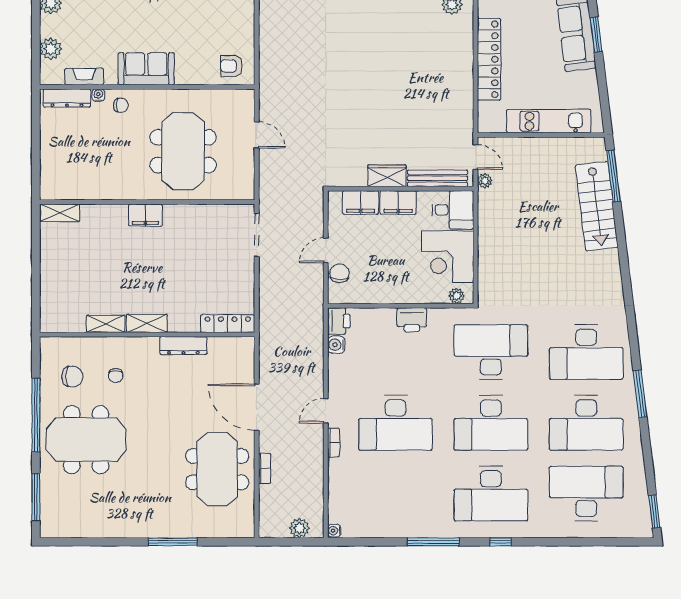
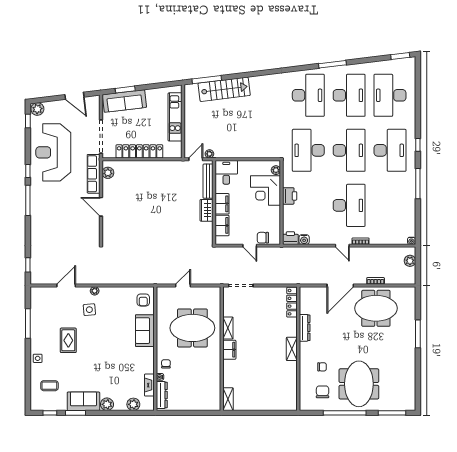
sofa: (146, 69) -> (145, 331), moved
corner desk: (448, 257) -> (266, 190), moved, turned 90
shelving: (106, 324) -> (228, 328), moved

